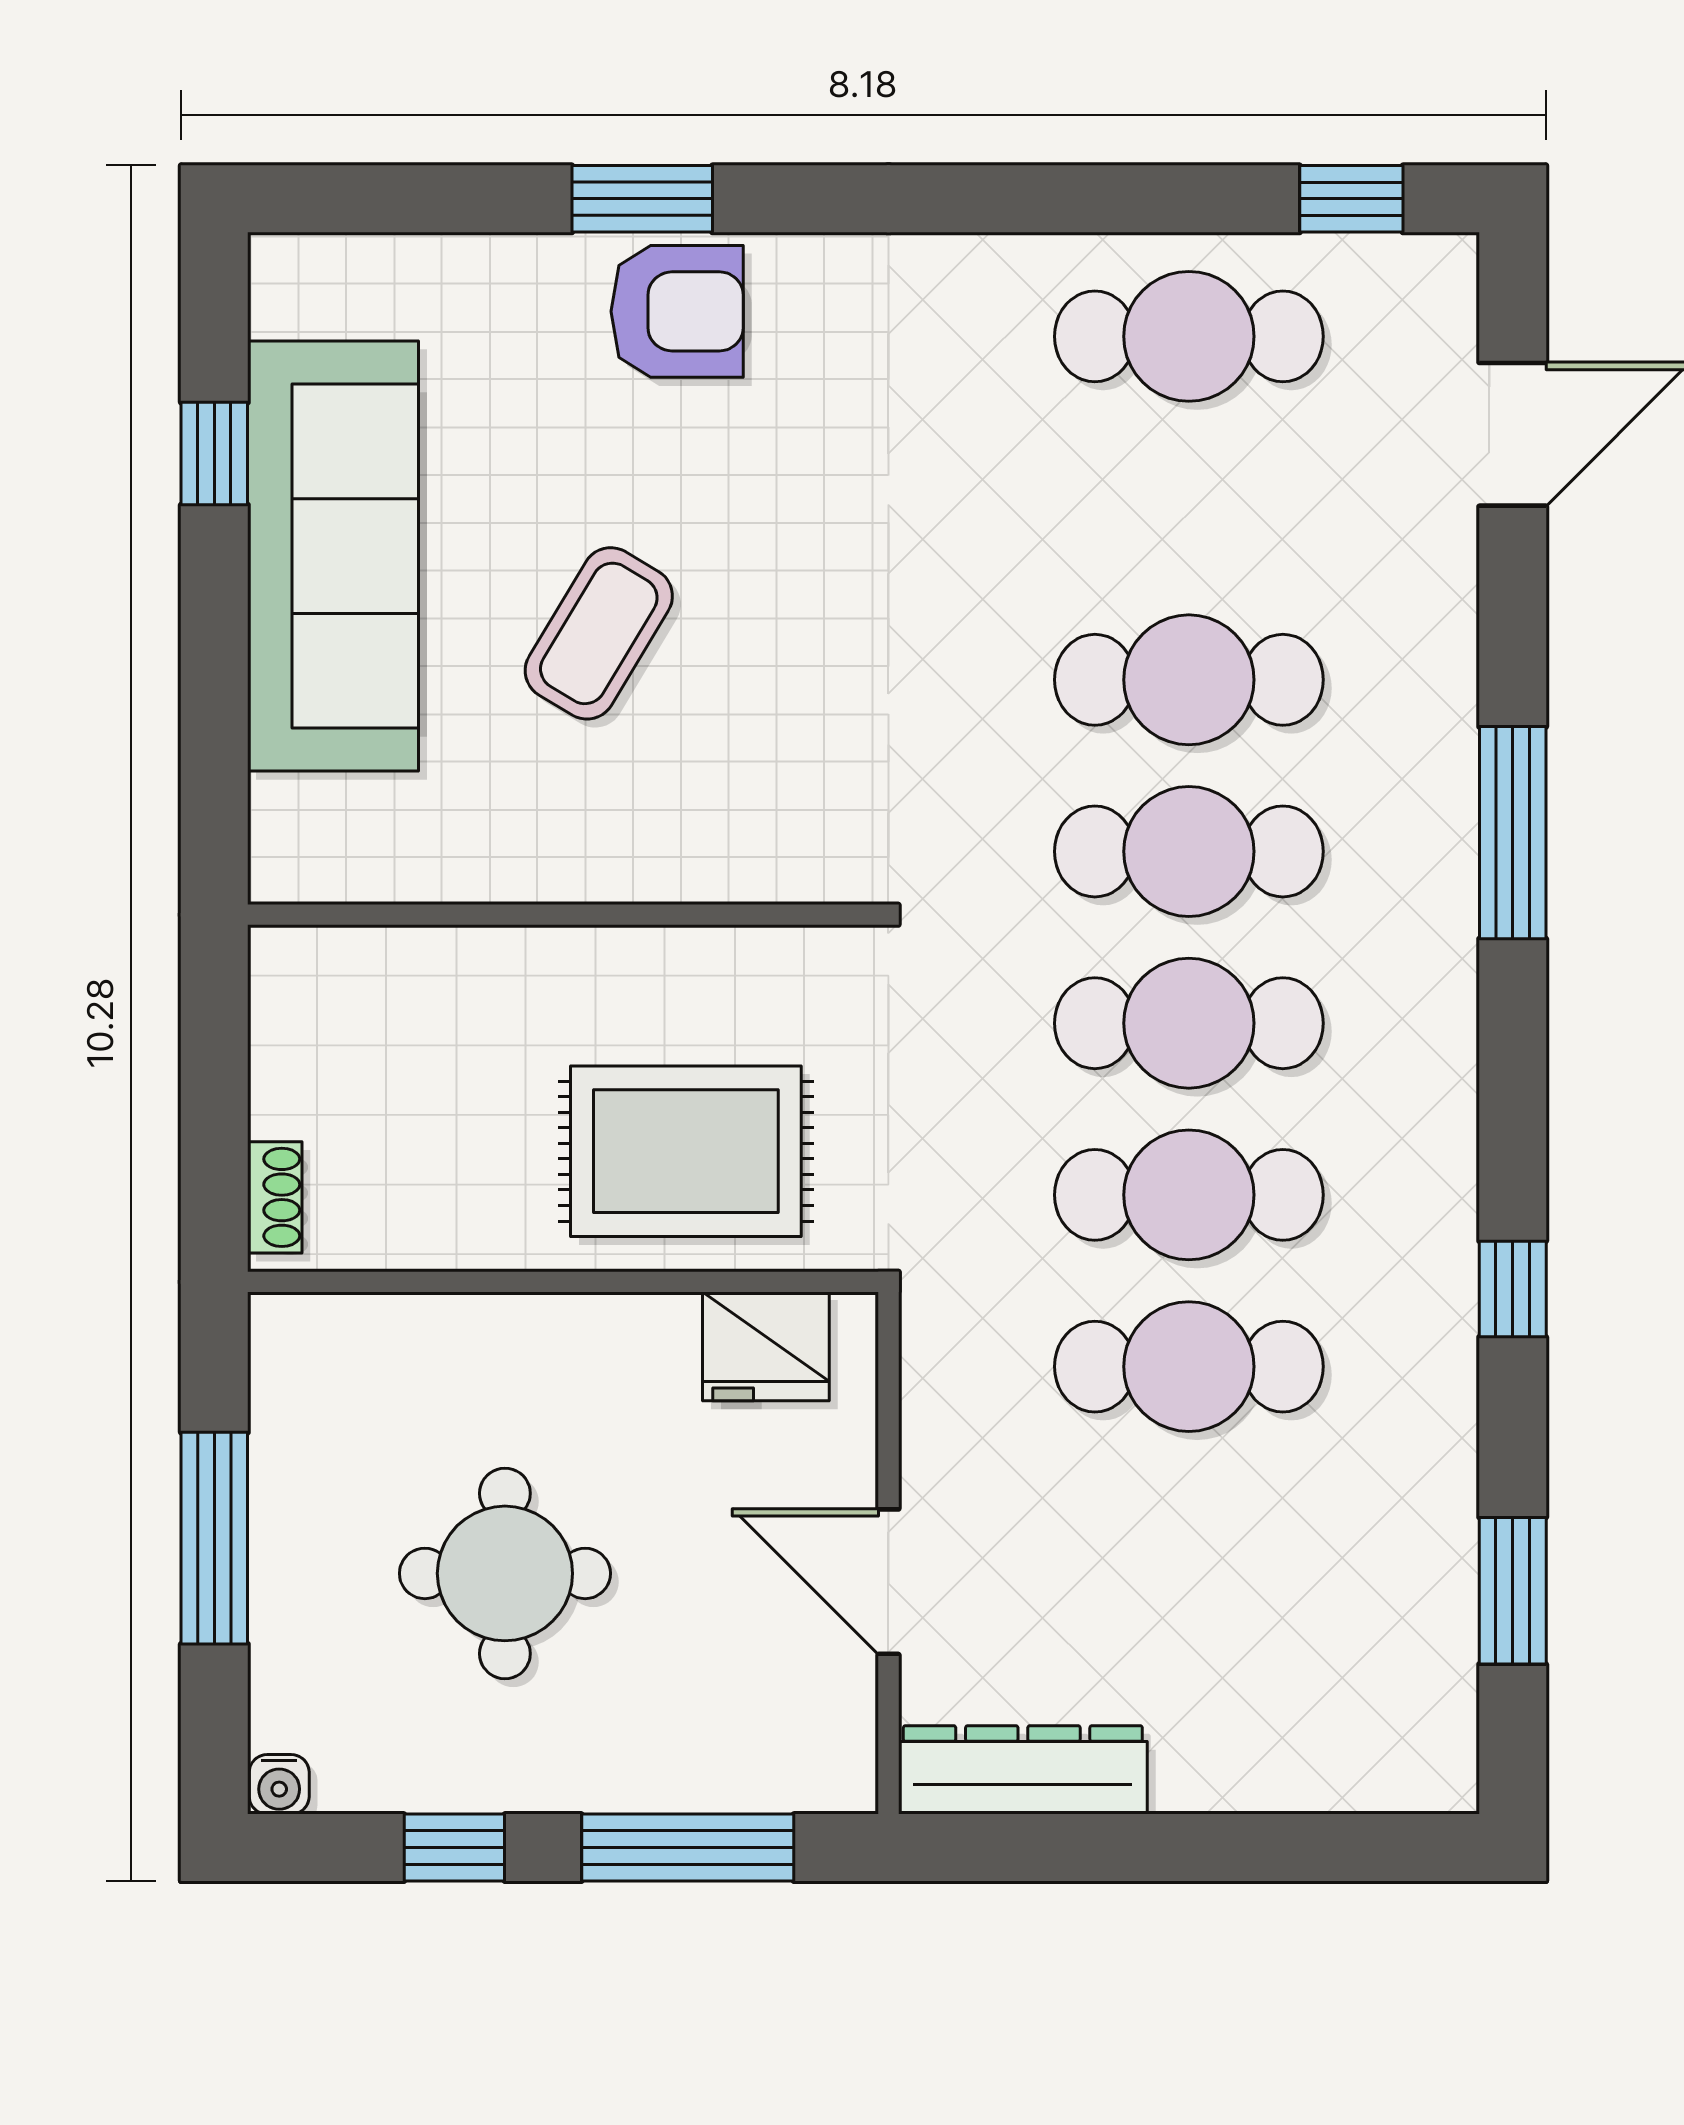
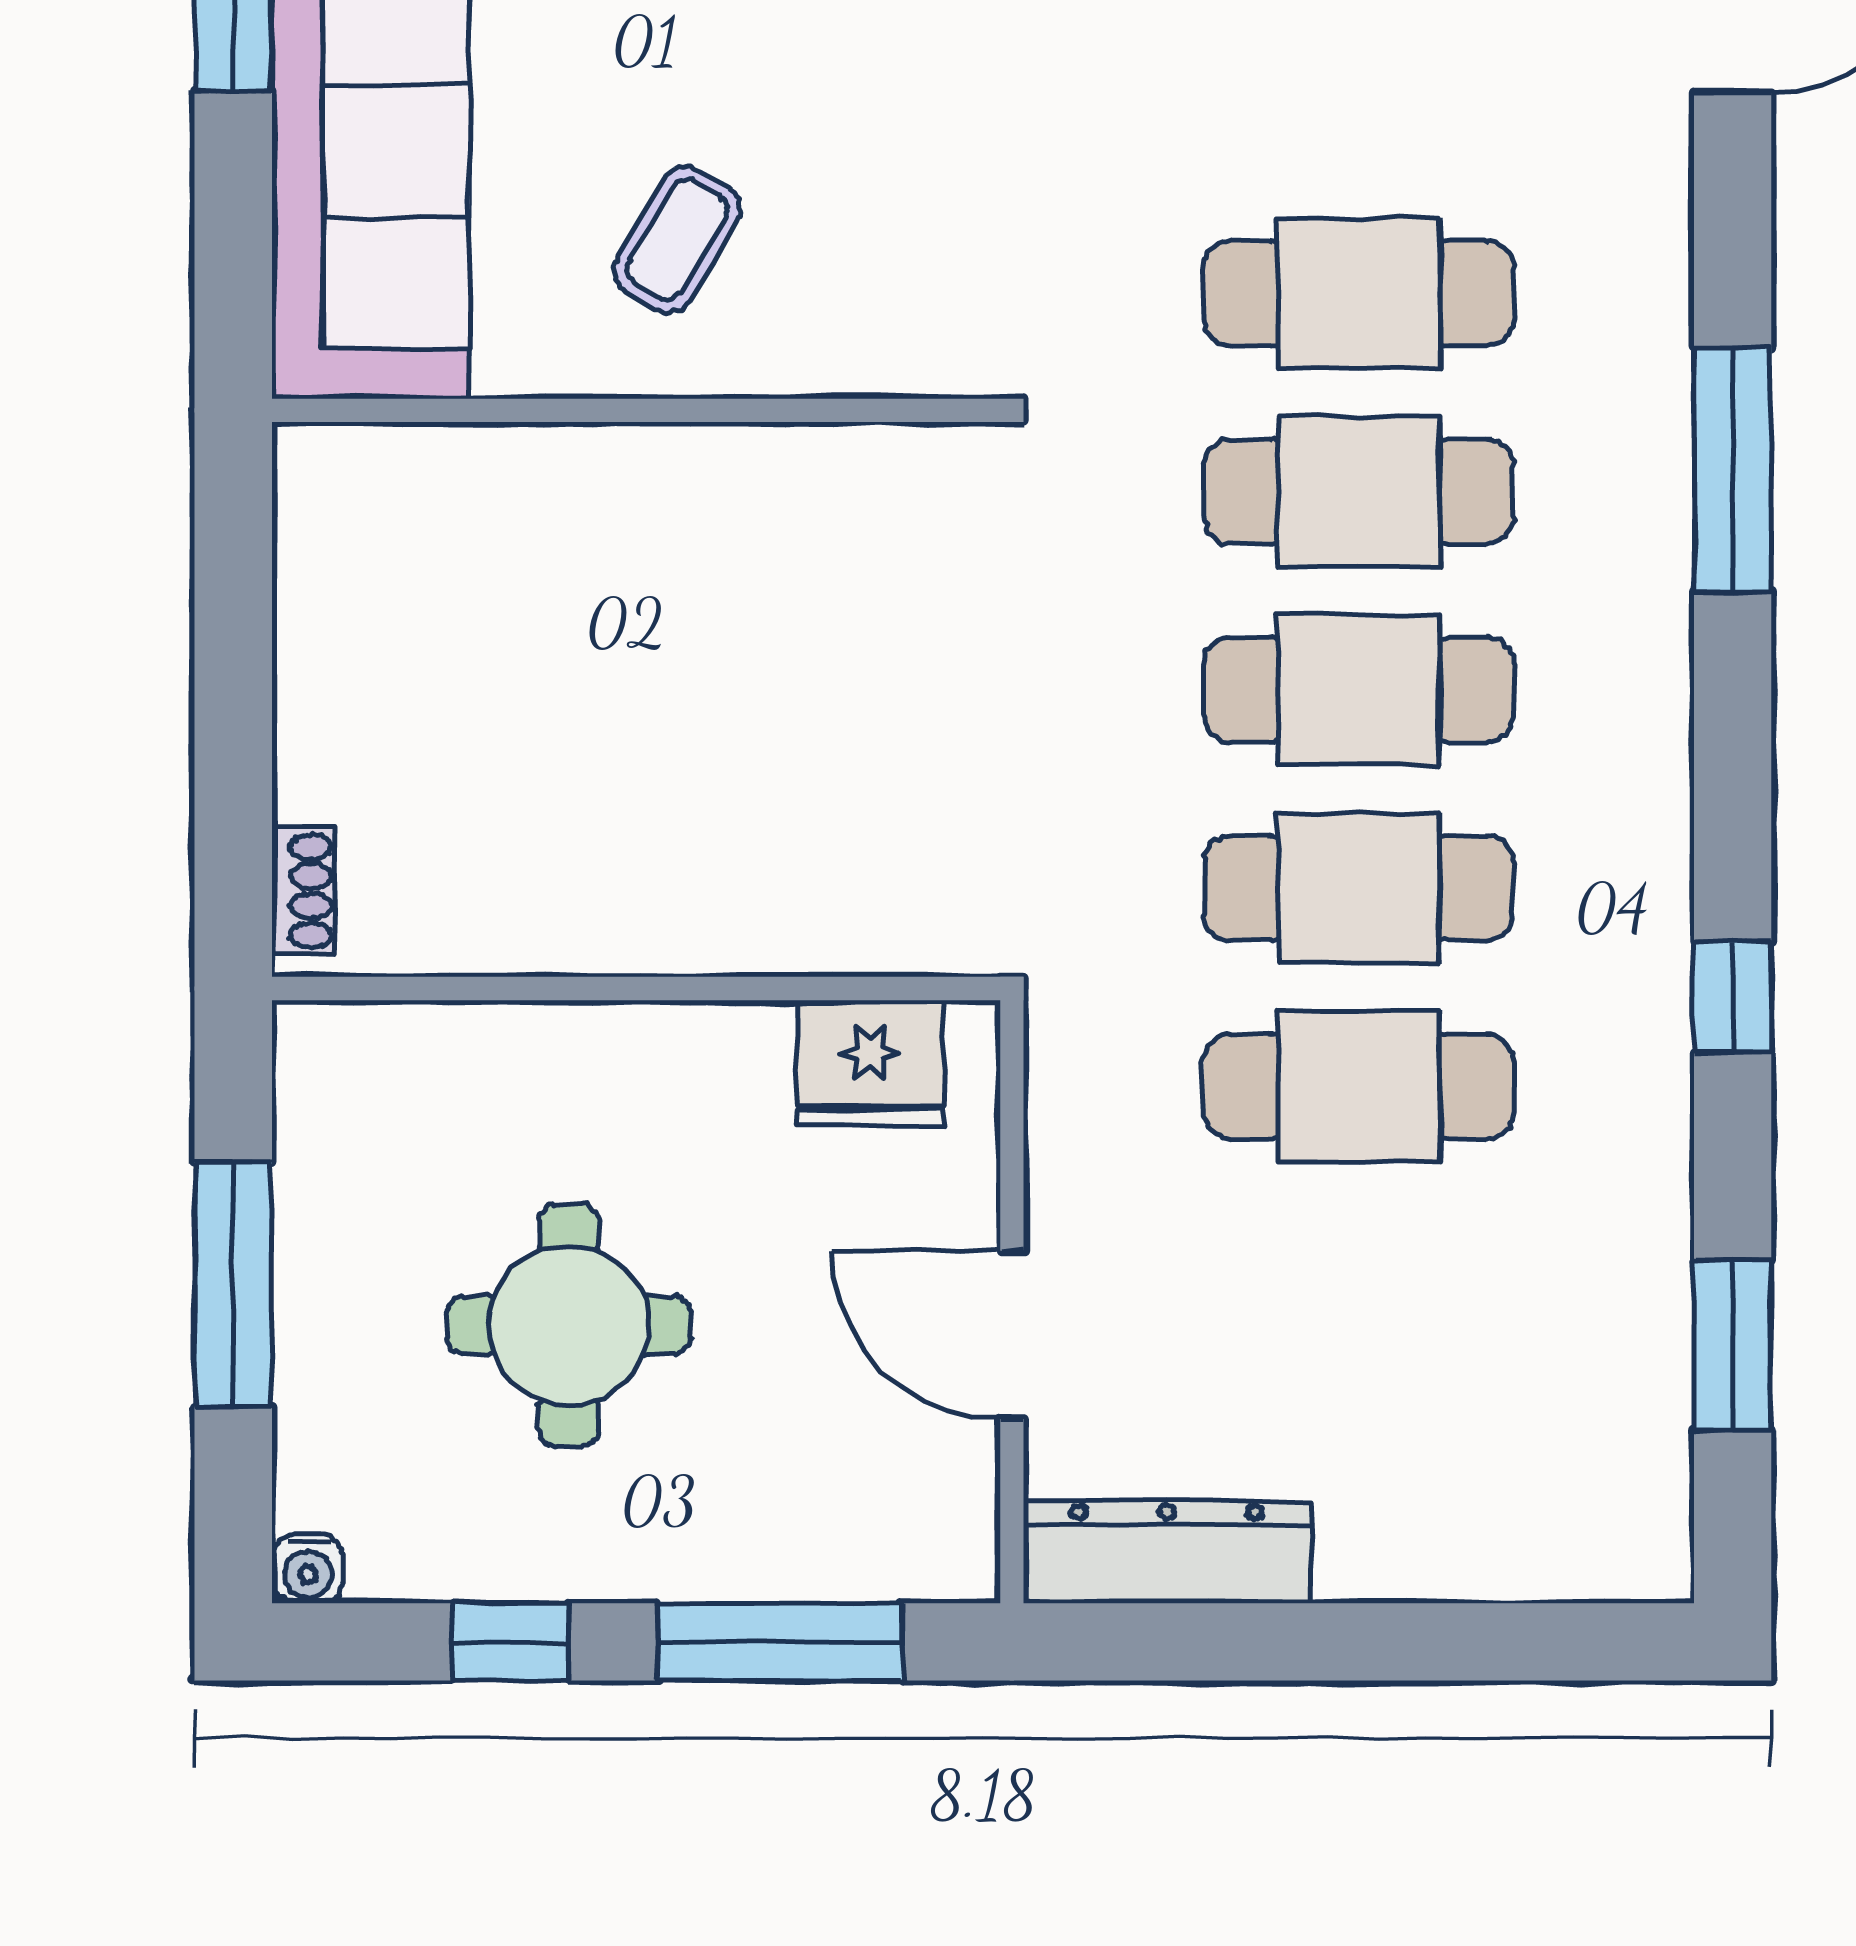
coffee table: (599, 633) -> (677, 240), width x0.73, depth x0.77
wall: (563, 915) -> (636, 410), moved
rug: (686, 1151) -> (778, 838), removed

